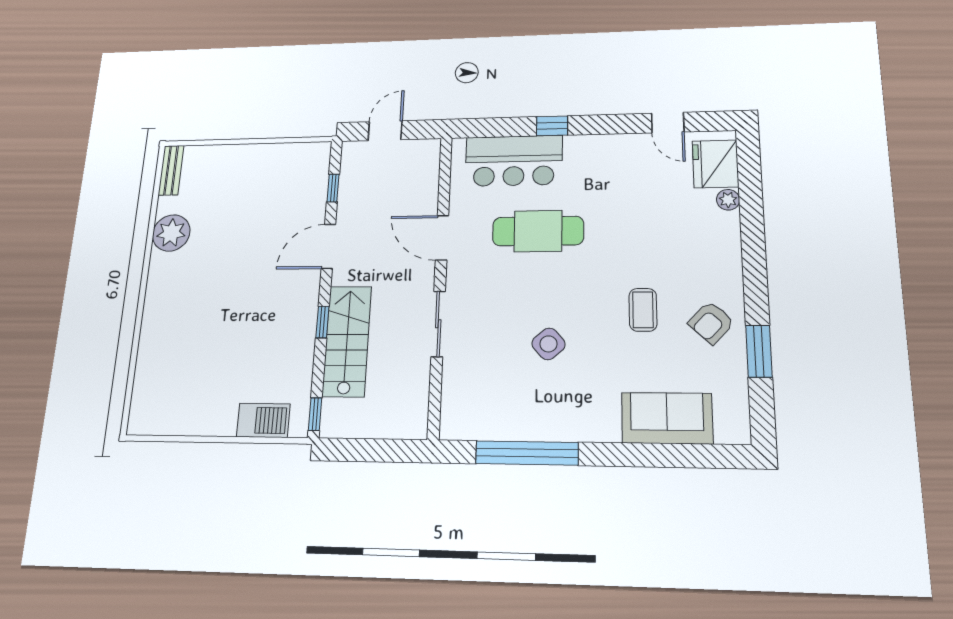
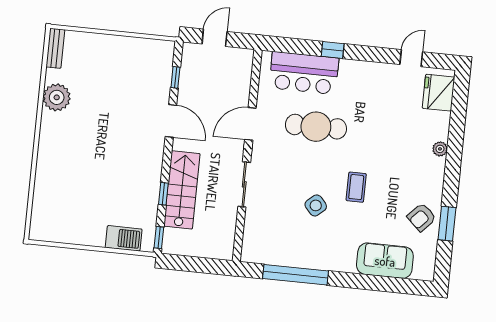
door: (668, 123) -> (411, 58), swing flipped
plant: (728, 200) -> (440, 149), moved
door: (442, 238) -> (250, 124), hinge flipped
door: (328, 246) -> (171, 121), swing flipped
coffee table: (643, 310) -> (356, 187), moved
window: (322, 322) -> (163, 194), moved
armchair: (711, 323) -> (422, 217), moved

